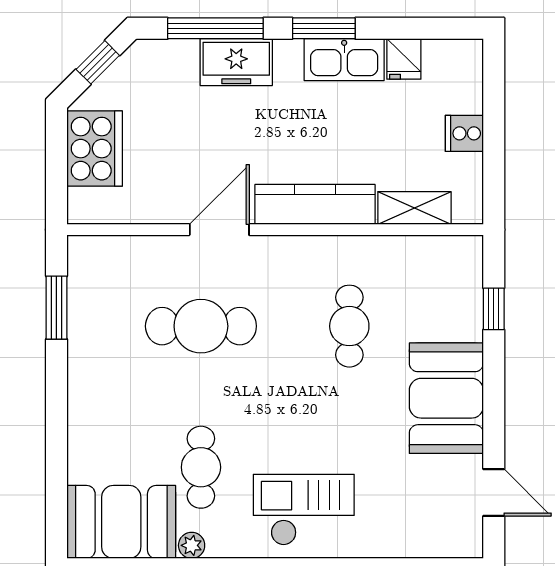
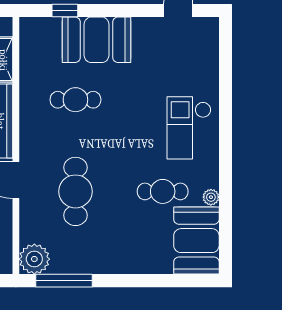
plant: (91, 259) -> (34, 259), added
window: (56, 308) -> (64, 281), width x1.44
booth: (446, 398) -> (97, 40), moved

